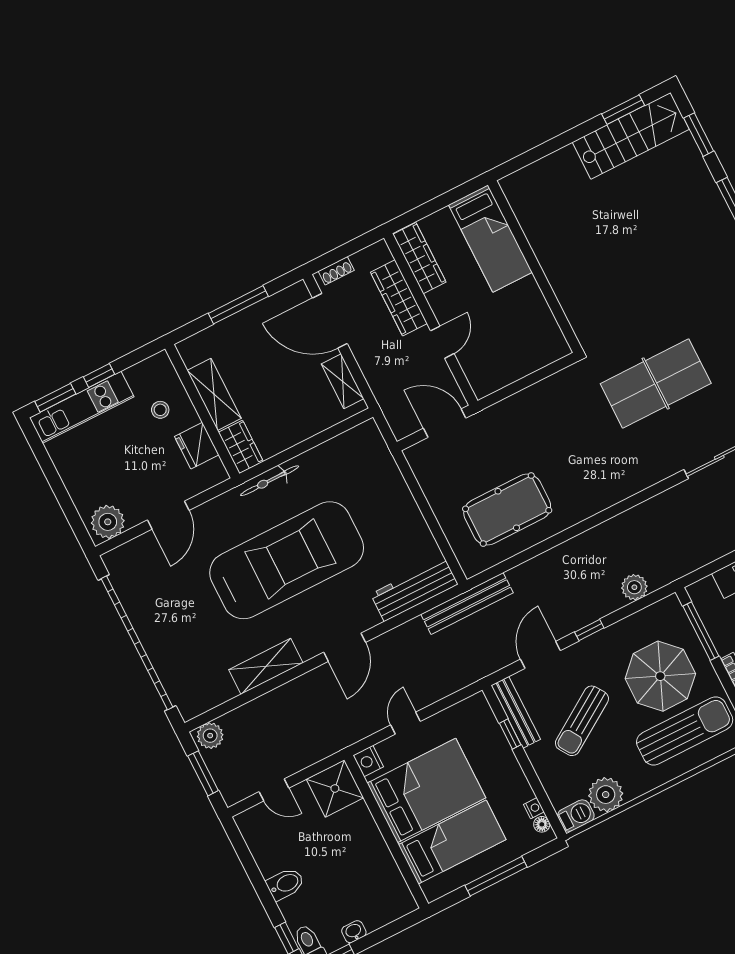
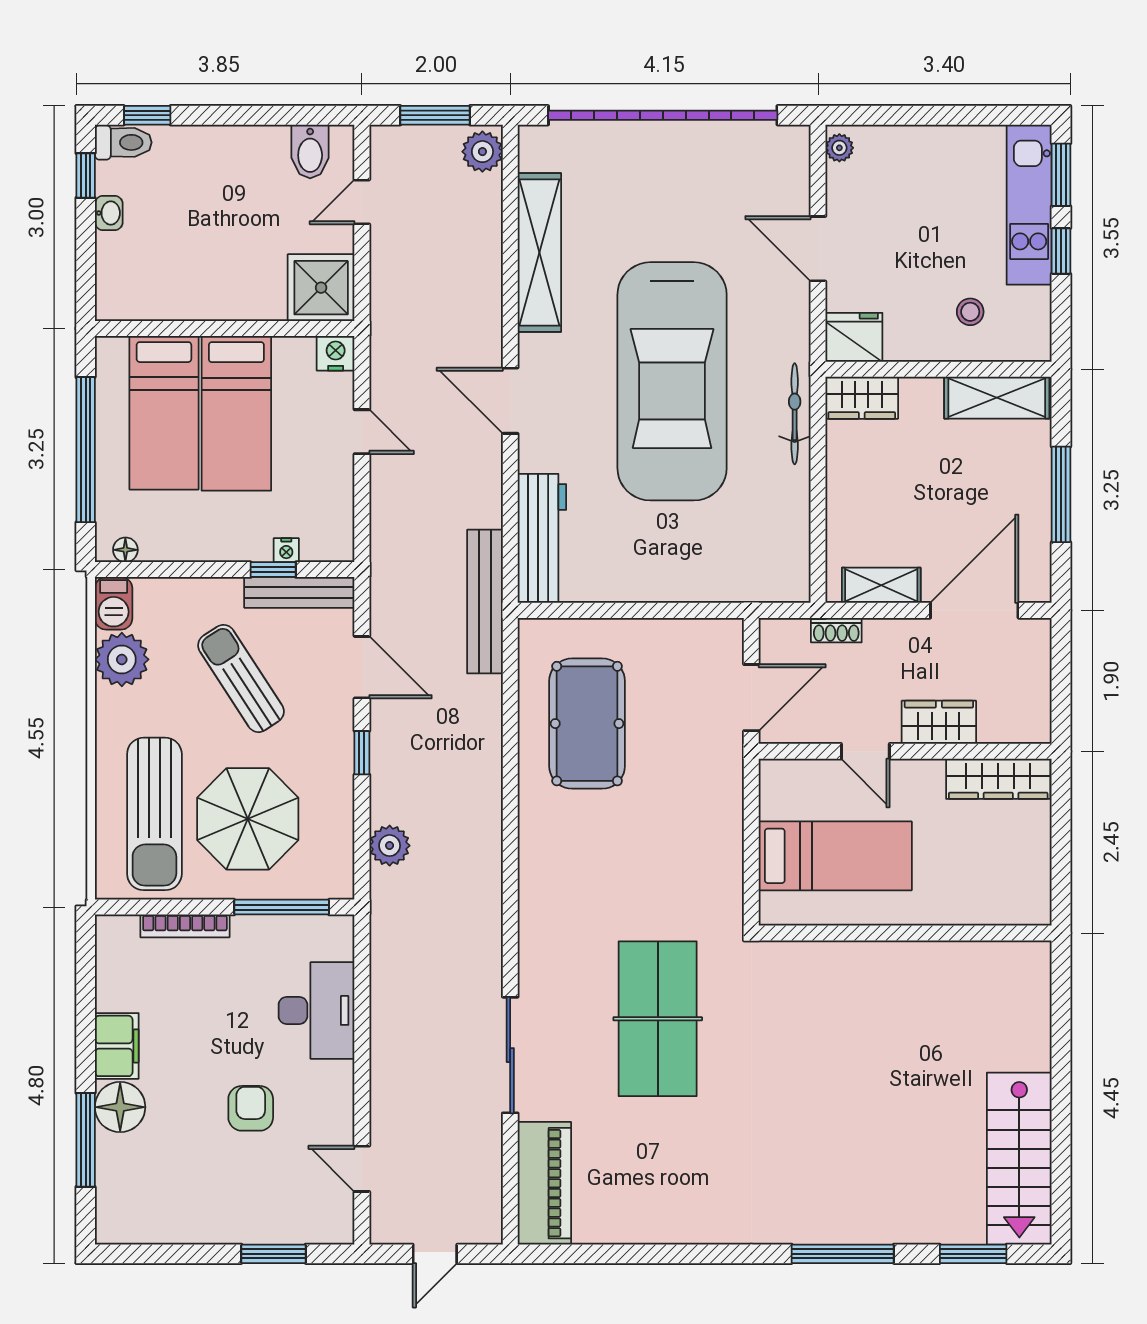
window: (623, 110) -> (1061, 1167), removed
bed: (490, 239) -> (835, 856), moved, turned 180
shoe rack: (336, 271) -> (836, 630), moved, turned -90
wardrobe: (399, 298) -> (939, 722), width x0.67
shelving: (214, 394) -> (997, 398), moved
fridge: (197, 446) -> (854, 337), moved
plant: (108, 522) -> (839, 148), width x0.53, depth x0.53
shelving: (266, 666) -> (539, 253), width x1.47
bed: (426, 790) -> (236, 413), width x0.67
nightstand: (534, 808) -> (286, 550), moved
window: (496, 876) -> (86, 450), width x1.46
bidet: (285, 884) -> (310, 151), moved

